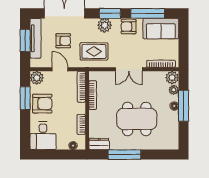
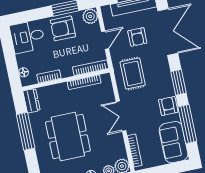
plant: (105, 25) -> (164, 79), removed
armchair: (42, 104) -> (63, 28), turned 90

